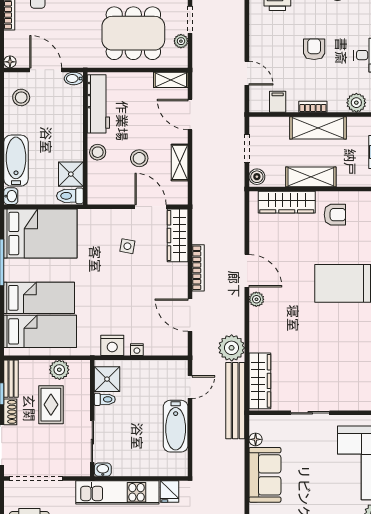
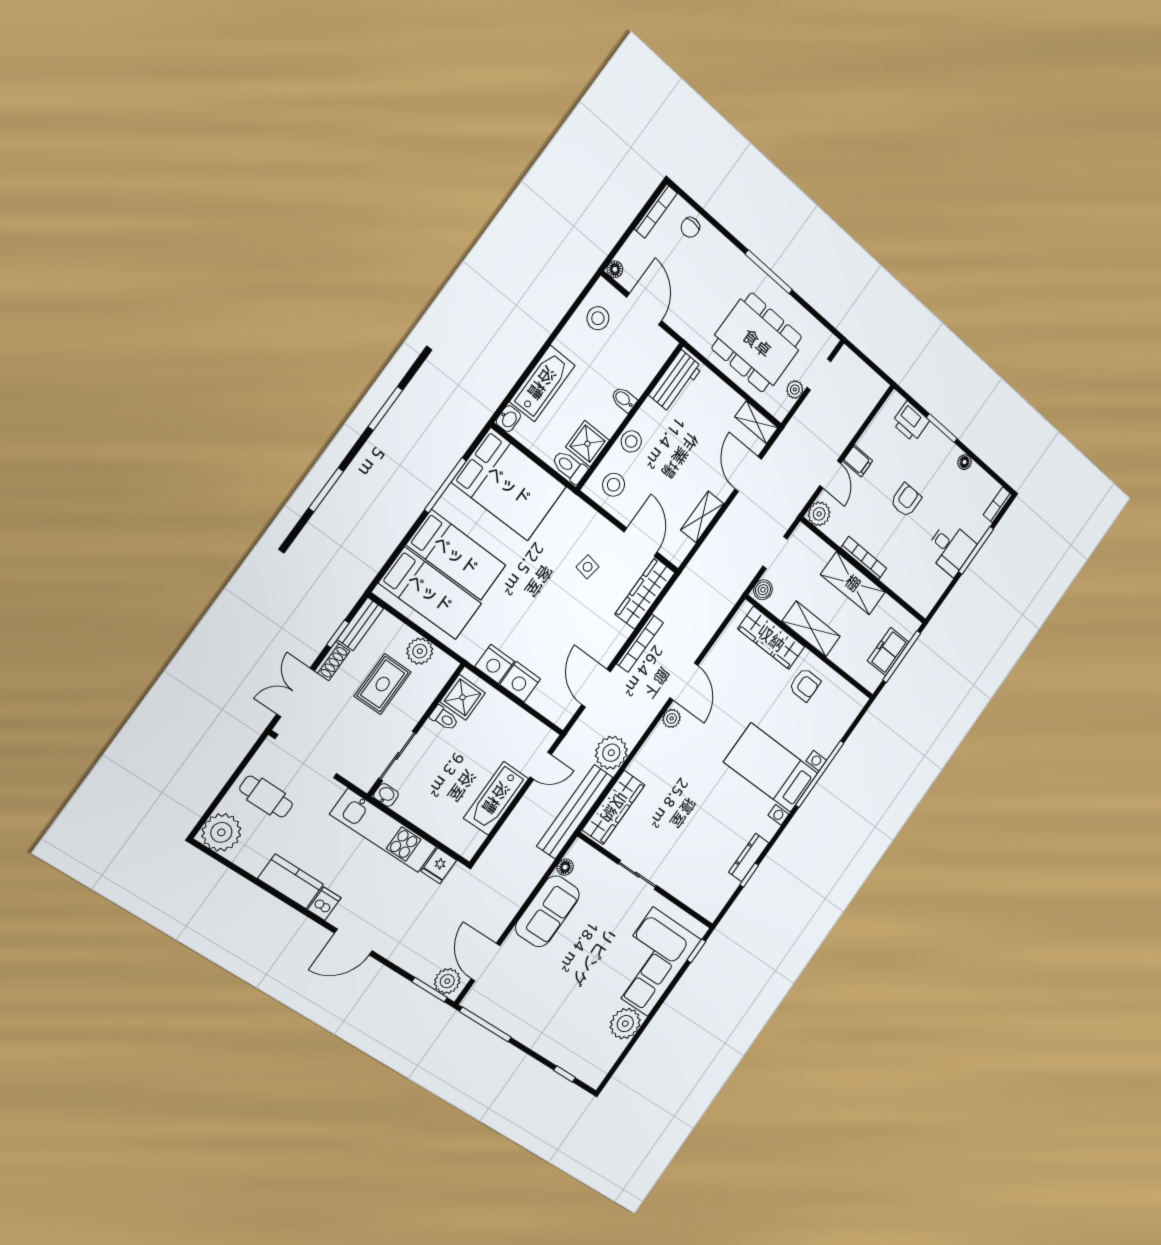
bidet: (74, 79) -> (624, 399), moved
filing cabinet: (278, 102) -> (858, 461), moved, turned 90
plant: (356, 103) -> (819, 514), moved
workbench: (98, 104) -> (676, 381), width x0.73
bookcase: (313, 107) -> (864, 558), width x1.56
stool: (139, 158) -> (614, 485), moved
nightstand: (137, 350) -> (520, 682), width x1.89, depth x1.79

